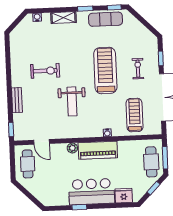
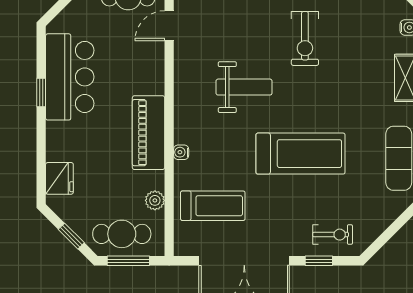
exercise bike: (138, 69) -> (333, 235), moved
weight bench: (72, 101) -> (244, 87), turned 180
plant: (72, 148) -> (155, 200), moved
bar counter: (92, 192) -> (70, 77), moved

